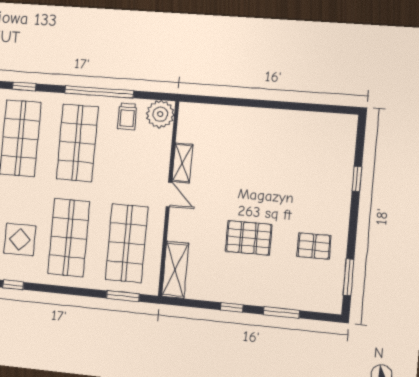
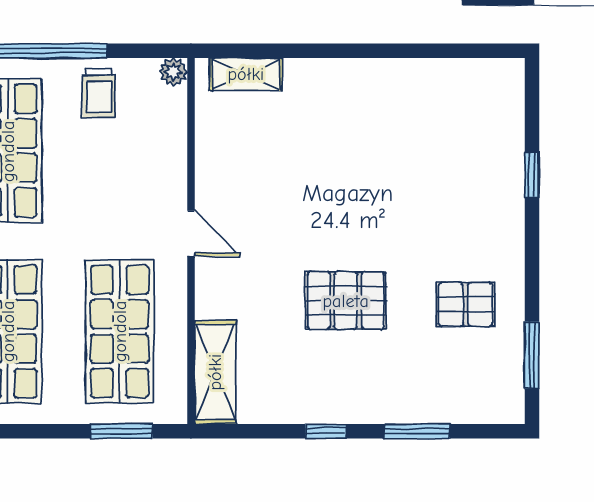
plant: (160, 114) -> (173, 72), width x0.53, depth x0.53
shelving: (182, 163) -> (246, 74), moved, turned 90

